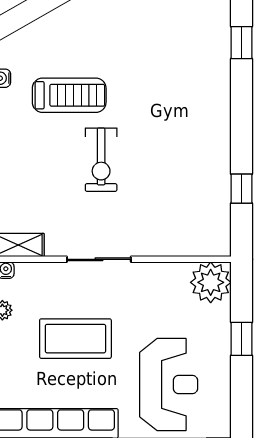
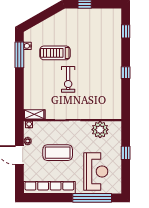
treadmill: (69, 95) -> (55, 53), turned 180
window: (242, 189) -> (126, 73), moved
plant: (211, 282) -> (100, 130), moved

